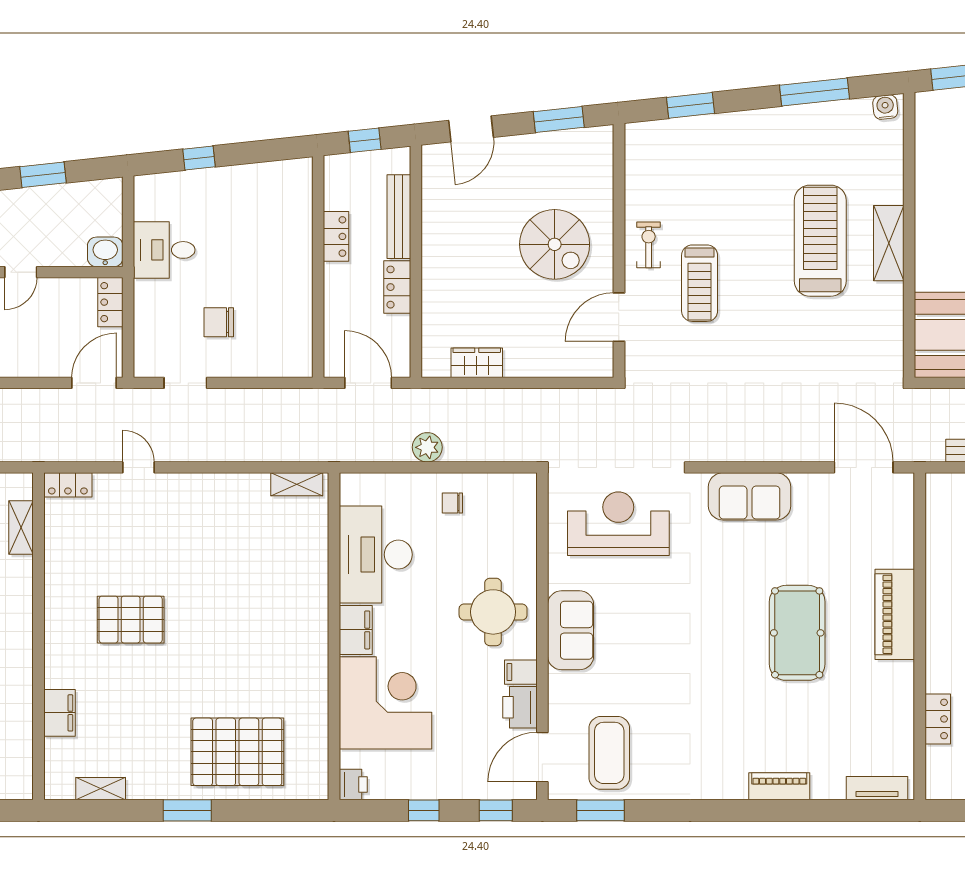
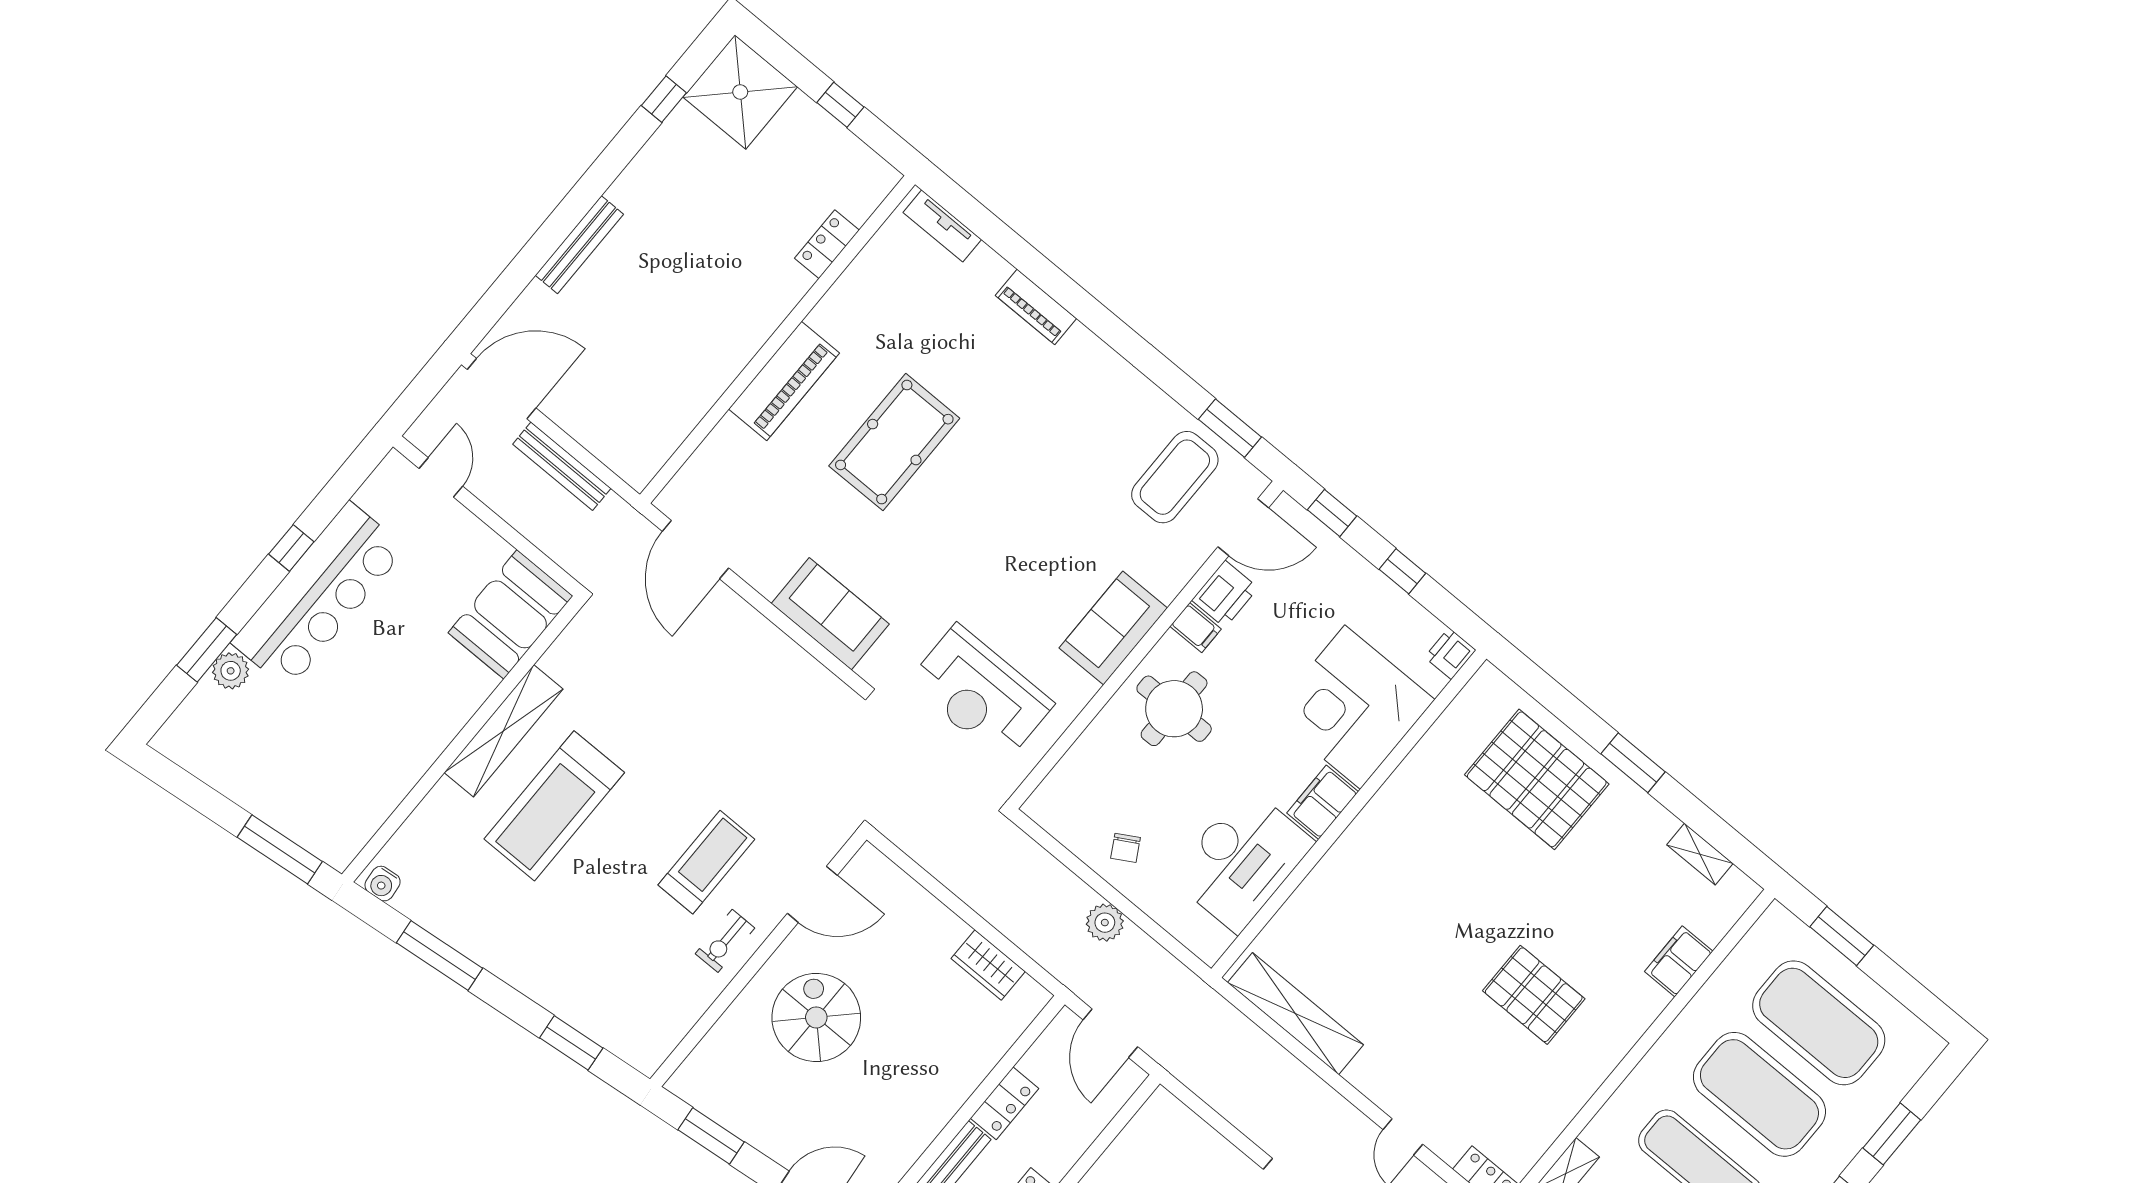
shelving: (889, 243) -> (504, 731), width x1.47
shelving: (297, 484) -> (1296, 1014), width x2.20, depth x1.33
chair: (452, 503) -> (1125, 848), turned 60

